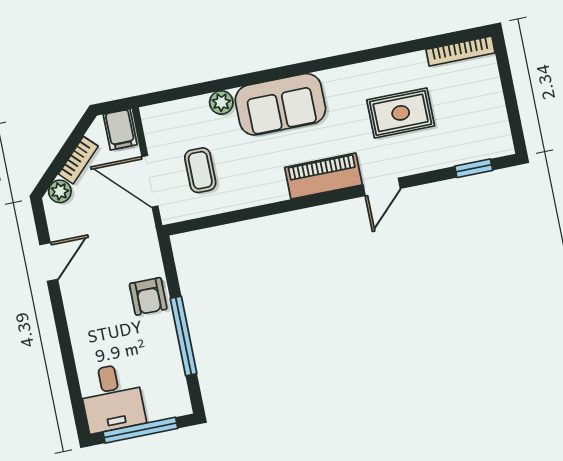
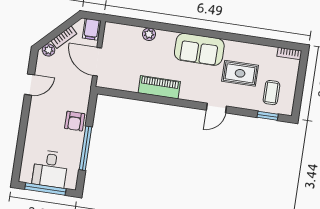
bookcase: (461, 51) -> (289, 53), width x0.64
sofa: (280, 104) -> (199, 49), moved
coffee table: (200, 170) -> (271, 93), moved
piano: (323, 176) -> (159, 87), moved
desk: (112, 398) -> (50, 169), moved

